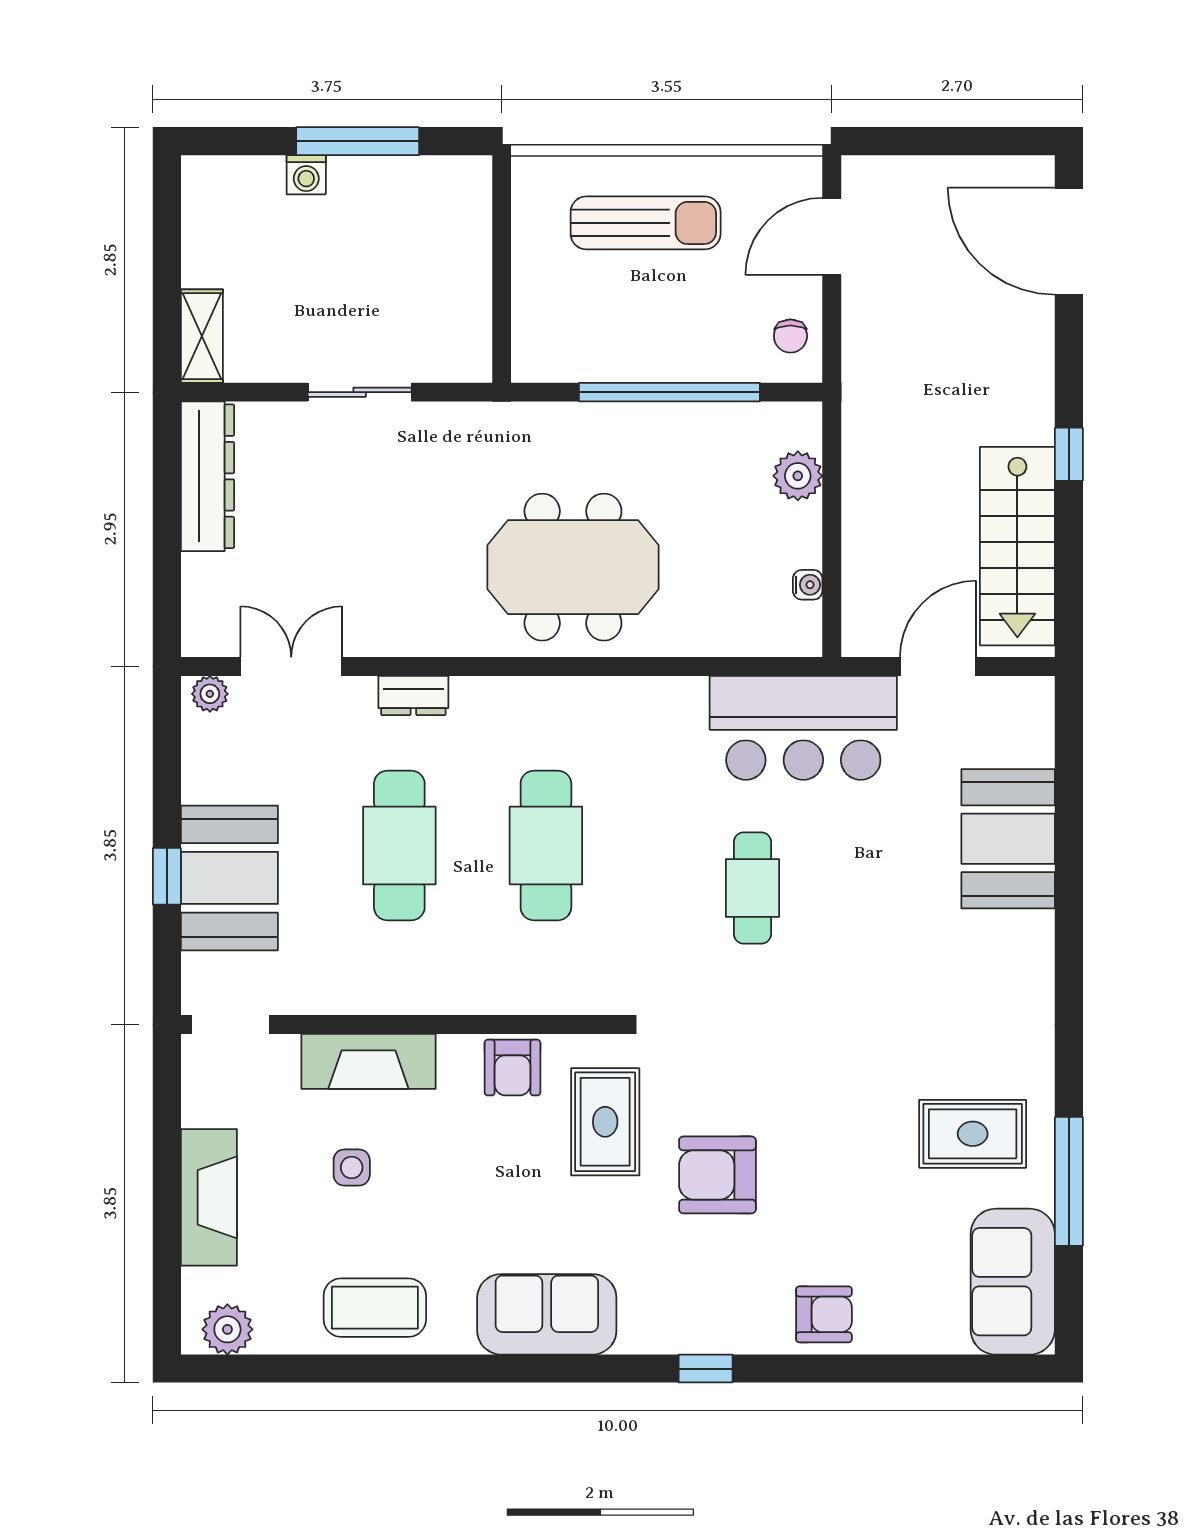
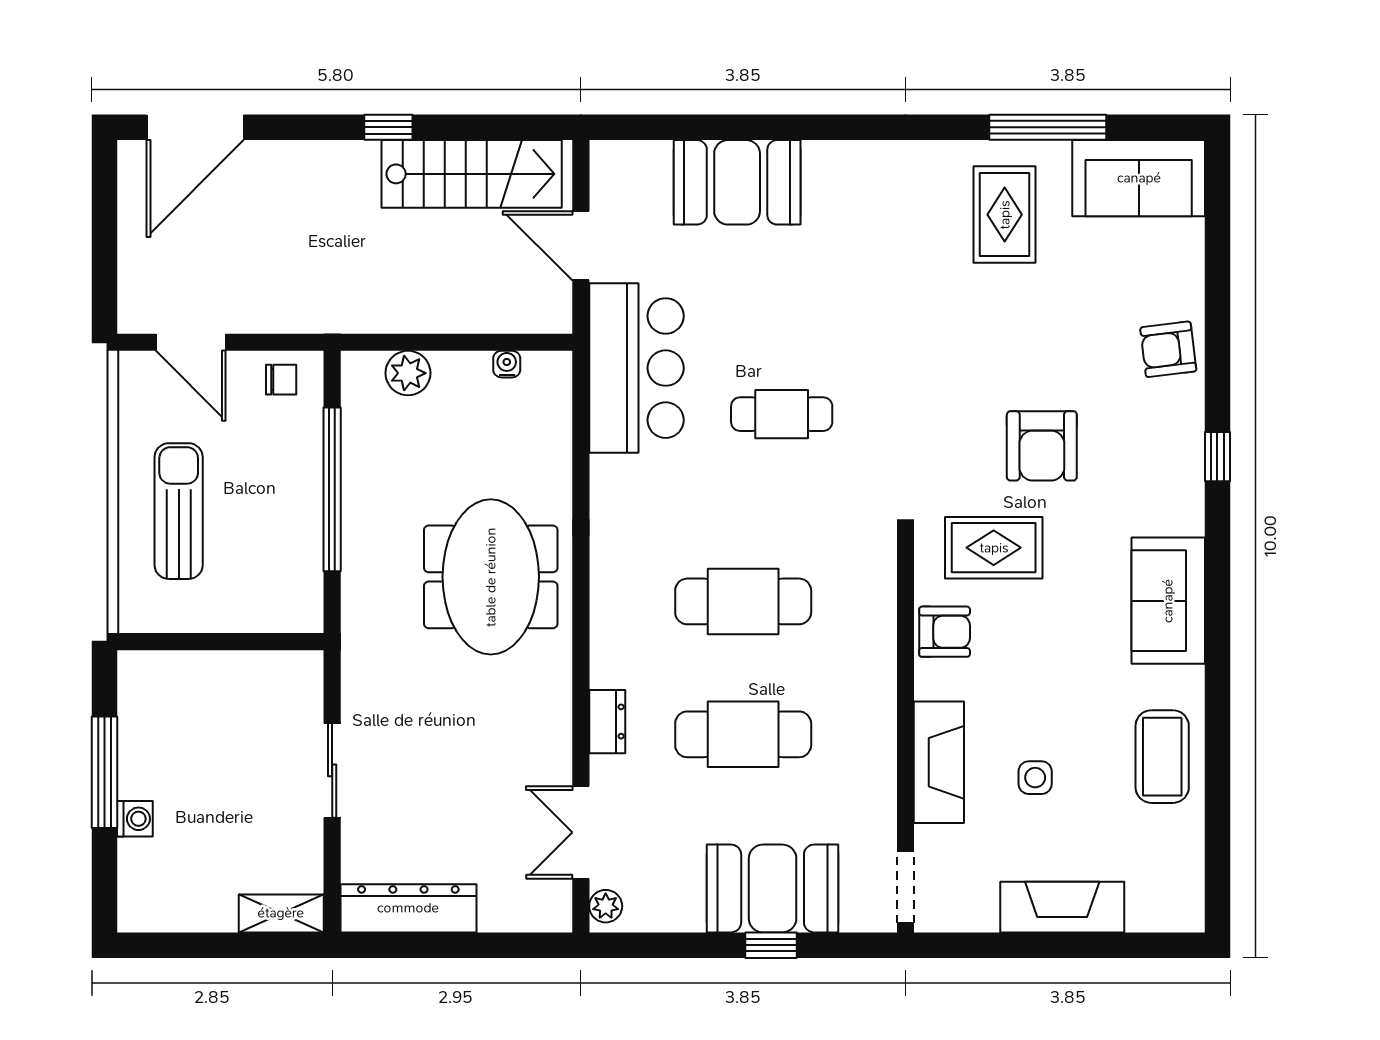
armchair: (824, 1314) -> (1168, 349), turned -97
plant: (227, 1329) -> (1182, 890), removed

